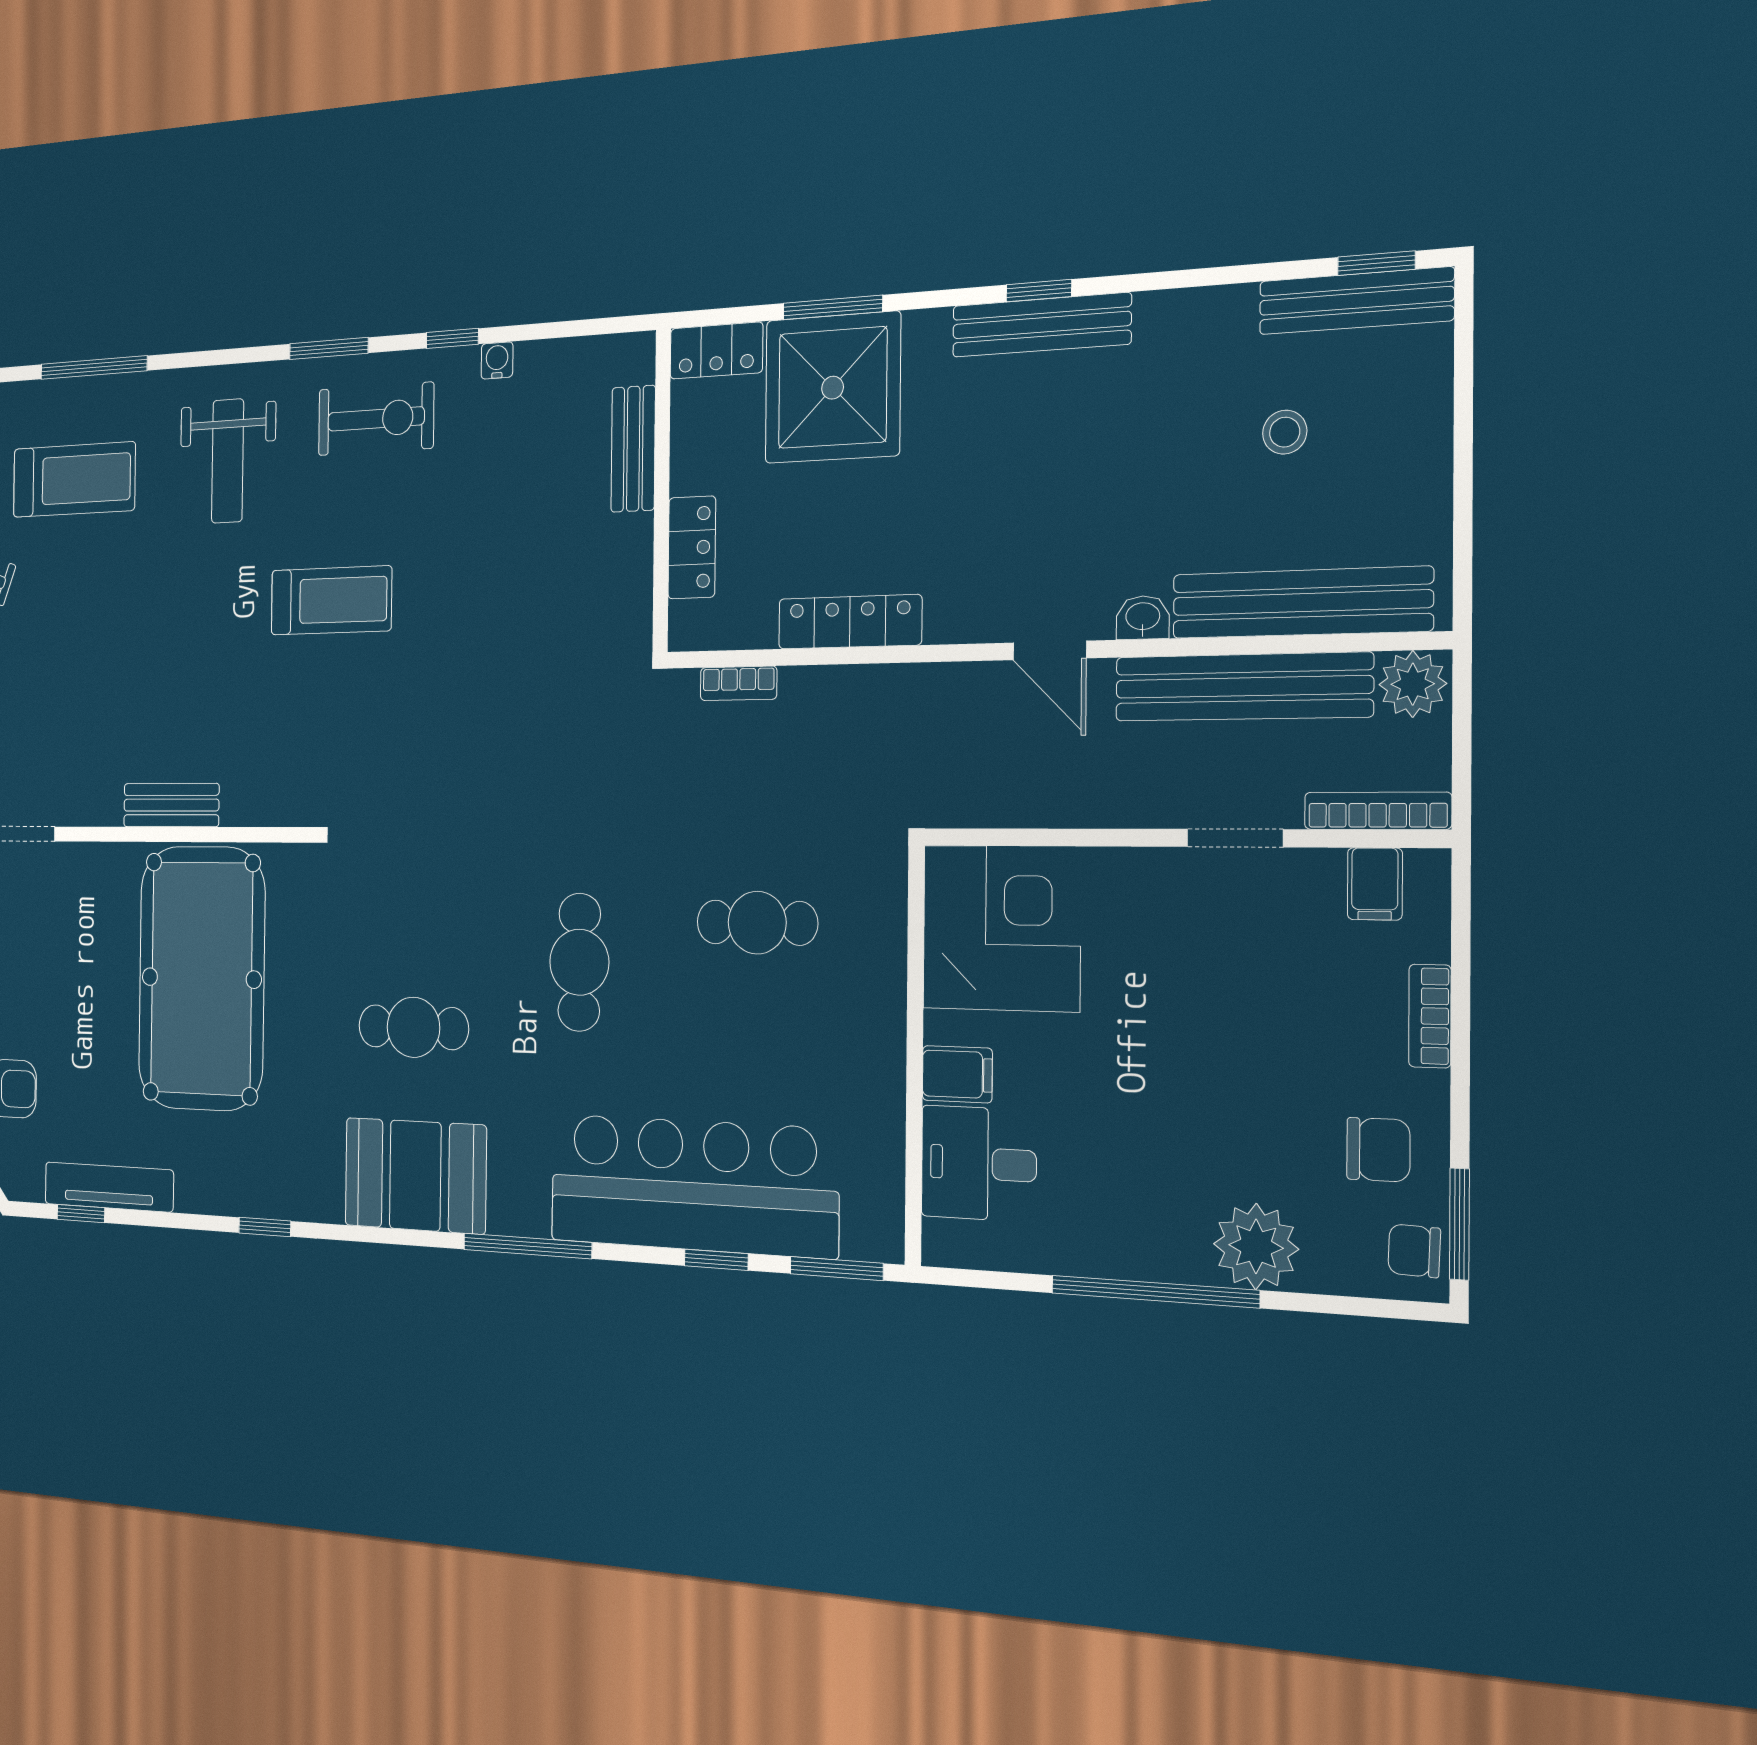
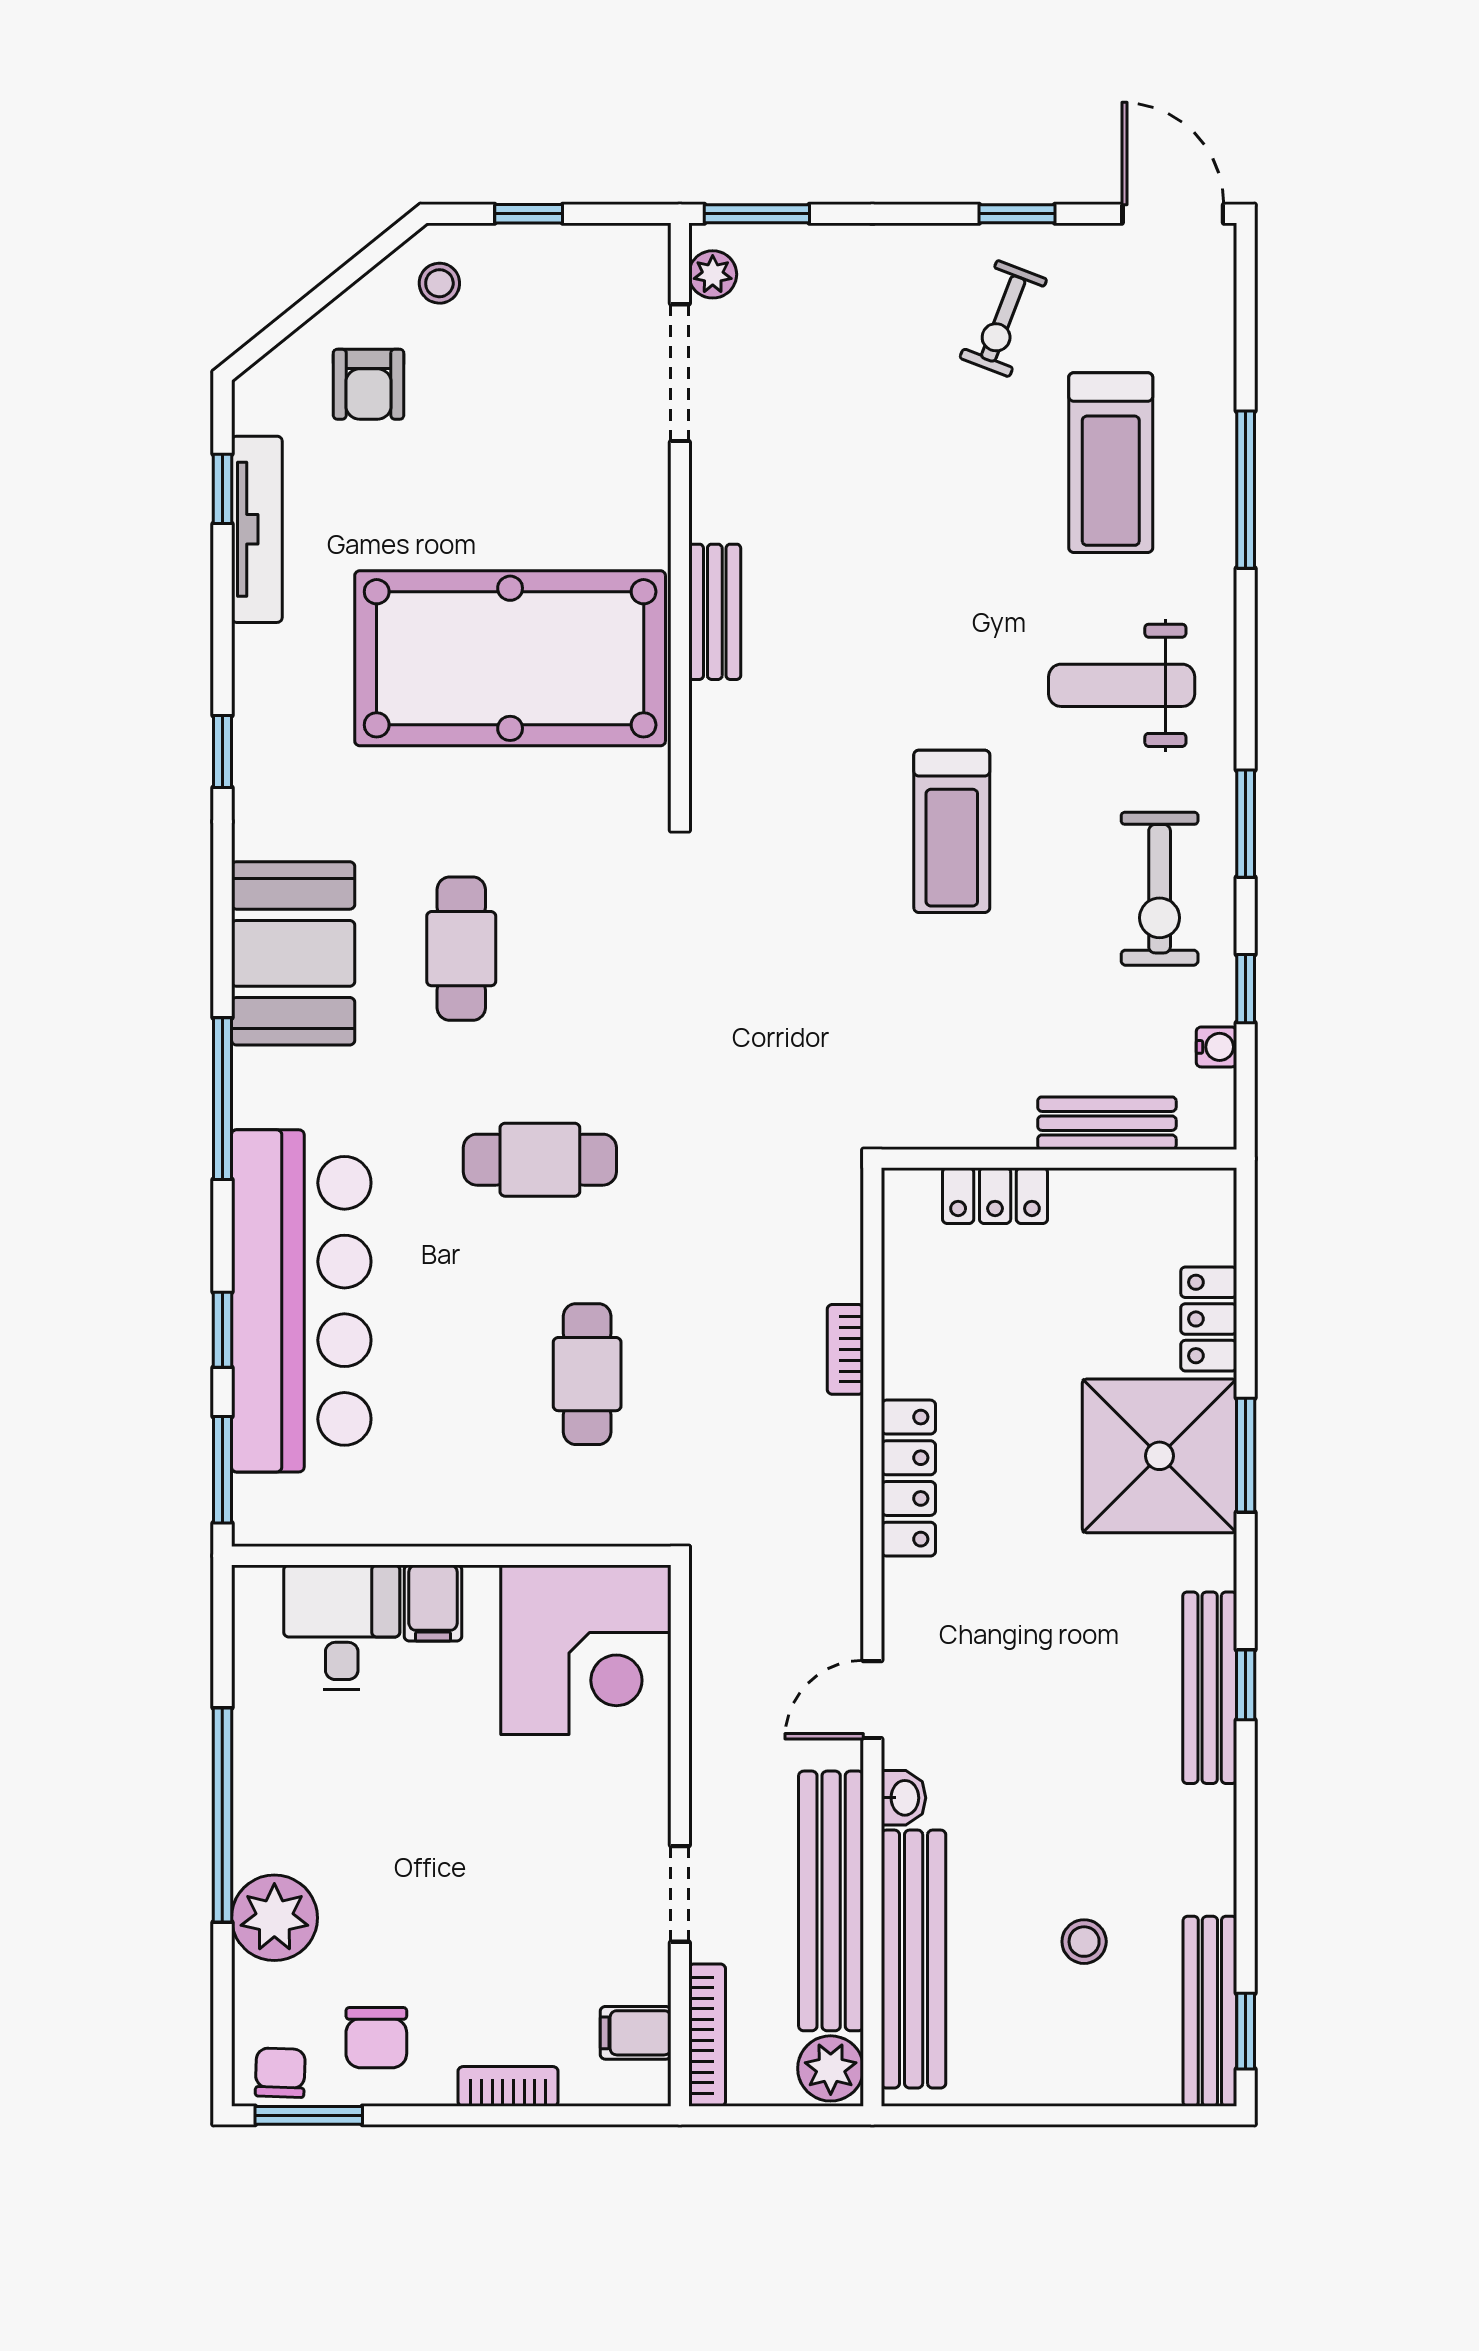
bench: (633, 449) -> (1107, 1123), moved
wall: (662, 491) -> (1059, 1159), moved
locker: (692, 547) -> (995, 1196), moved

